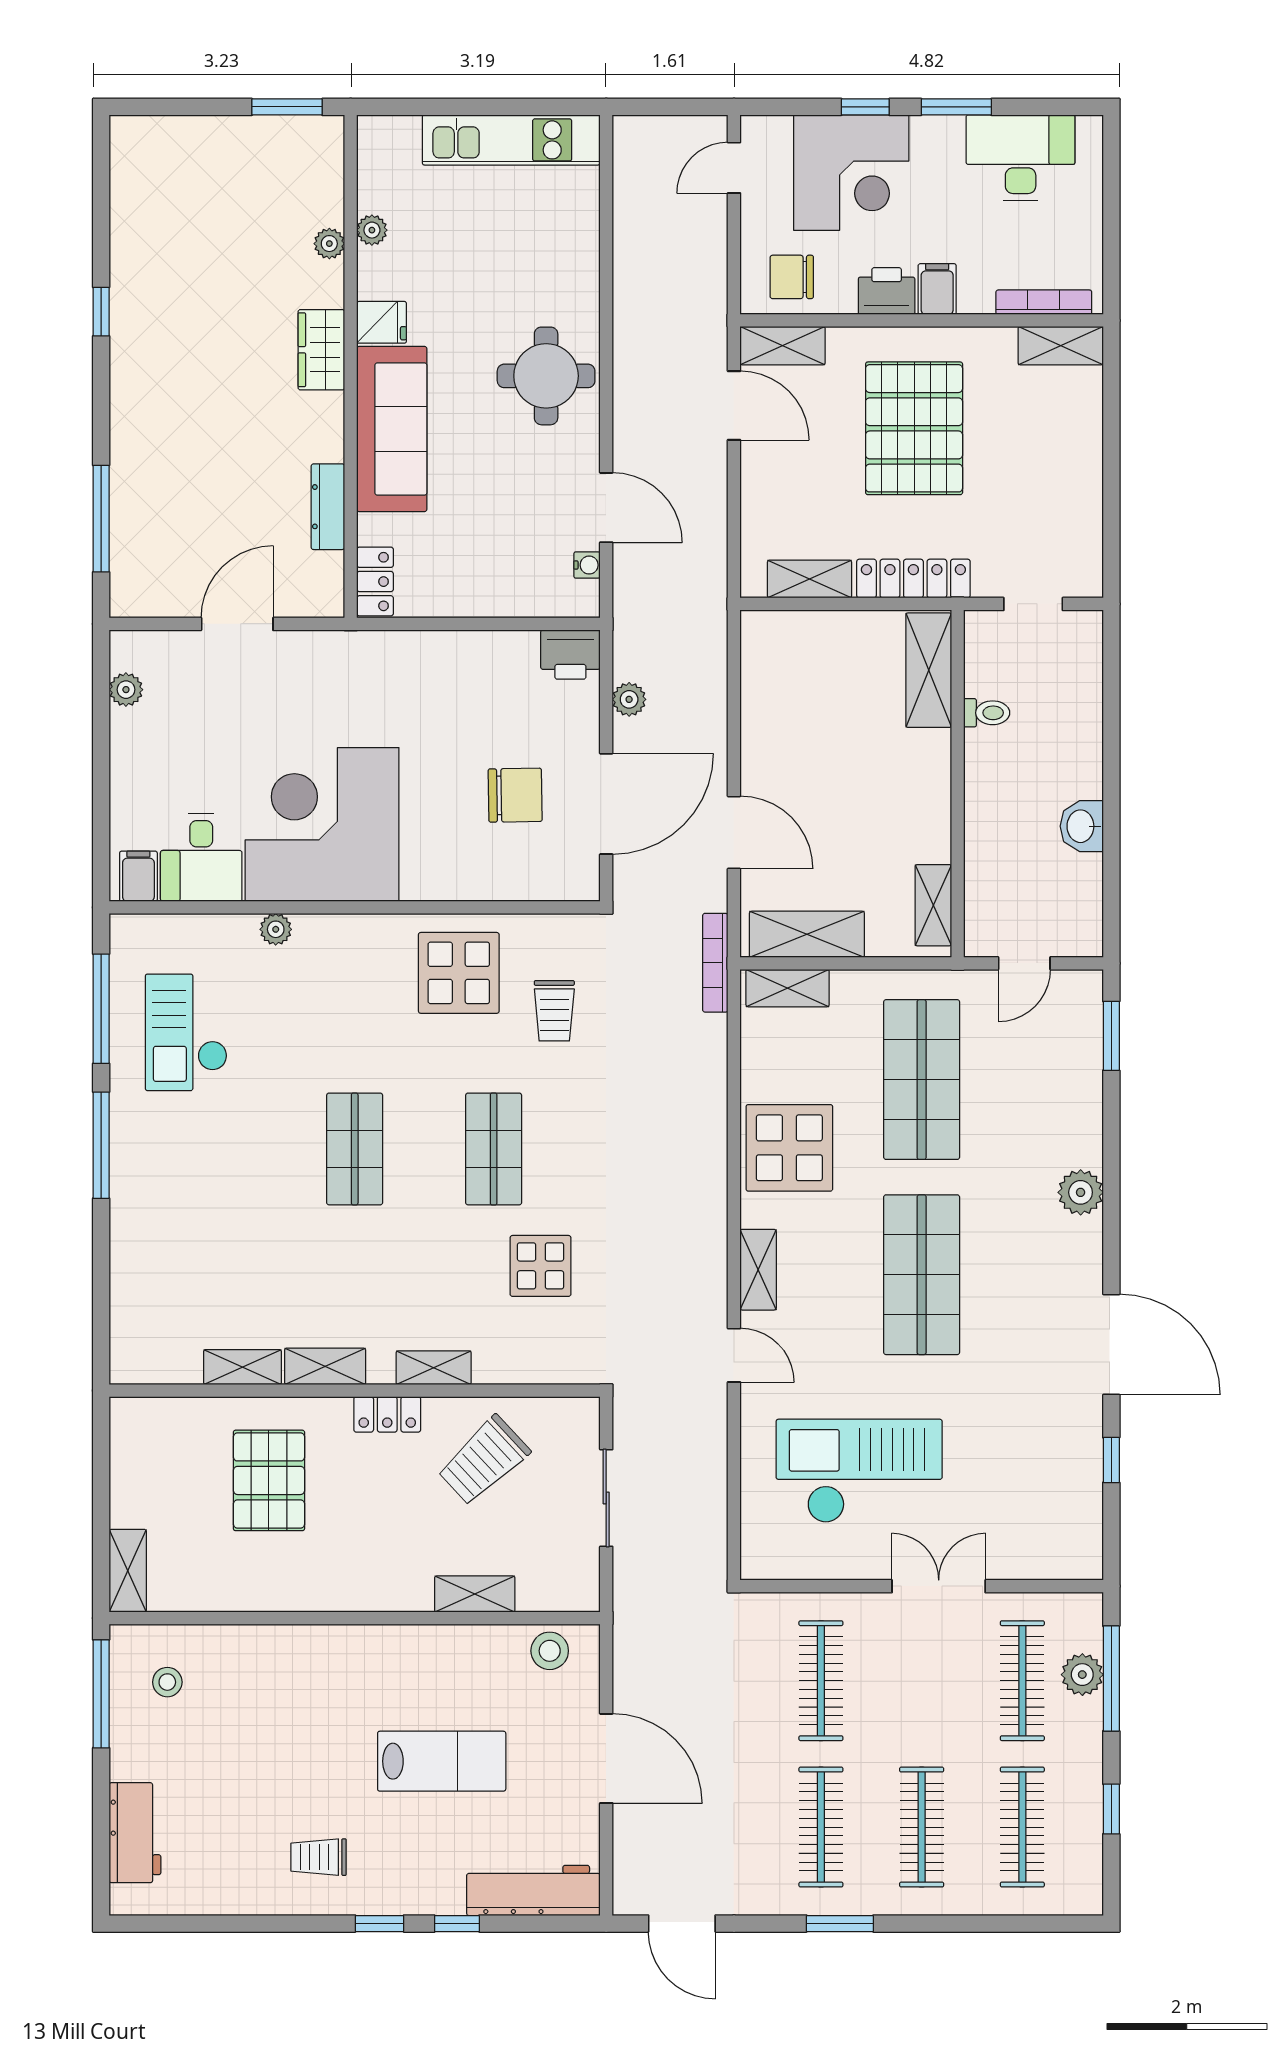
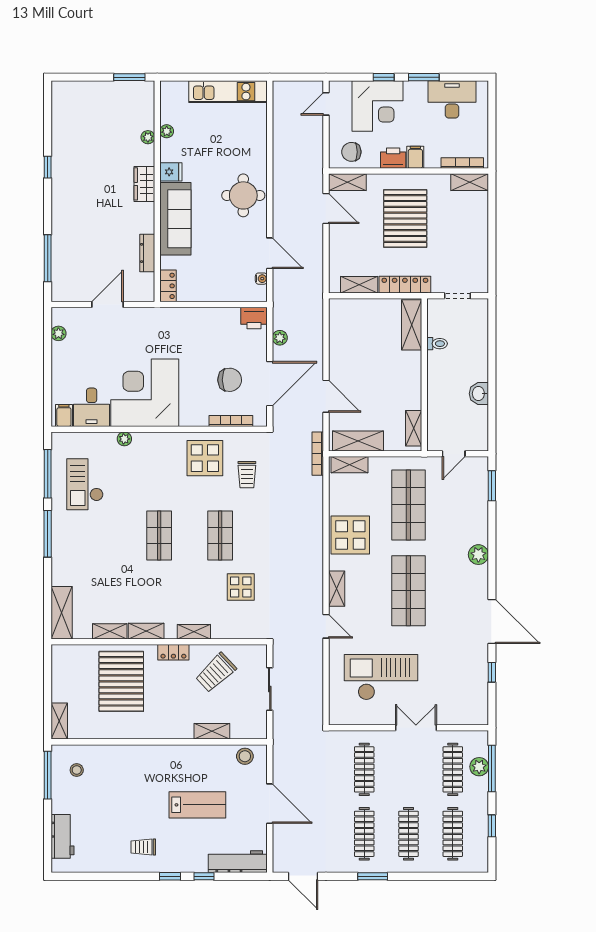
bookcase: (518, 889) -> (231, 421), added
shelving: (133, 1325) -> (62, 613), added
pallet: (269, 1480) -> (121, 681), width x1.37, depth x1.41

